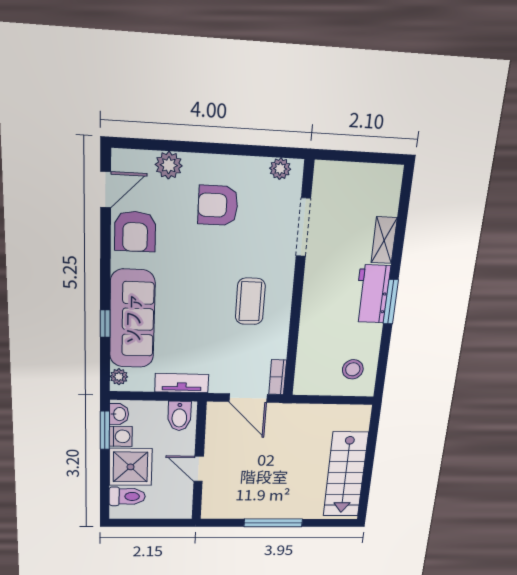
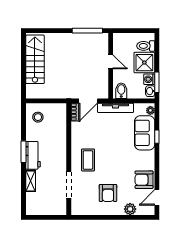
plant: (280, 169) -> (81, 210), removed
armchair: (218, 205) -> (108, 193), turned 90
armchair: (135, 231) -> (144, 180), turned -90
coffee table: (250, 301) -> (88, 160), moved
sofa: (132, 319) -> (145, 133), width x0.73
tv unit: (182, 383) -> (116, 108), width x1.41
door: (248, 398) -> (88, 101), swing flipped
window: (273, 523) -> (87, 31), moved

